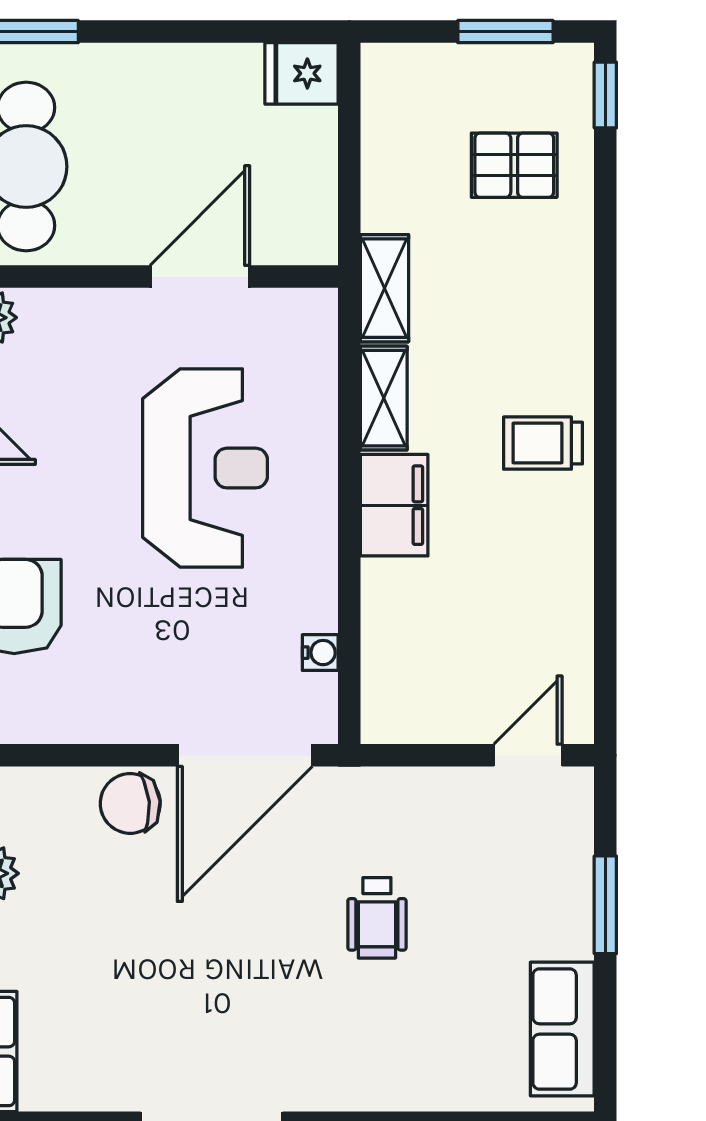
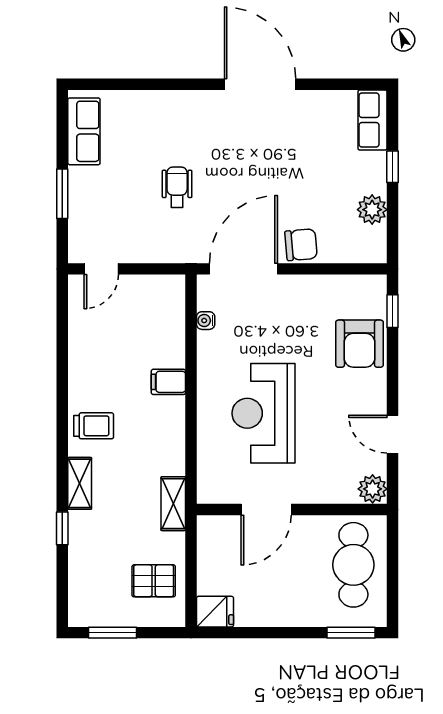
window: (605, 95) -> (62, 528), moved
pallet: (514, 165) -> (154, 581), moved
shelving: (384, 398) -> (80, 483), moved
filing cabinet: (394, 505) -> (168, 382), width x0.50

